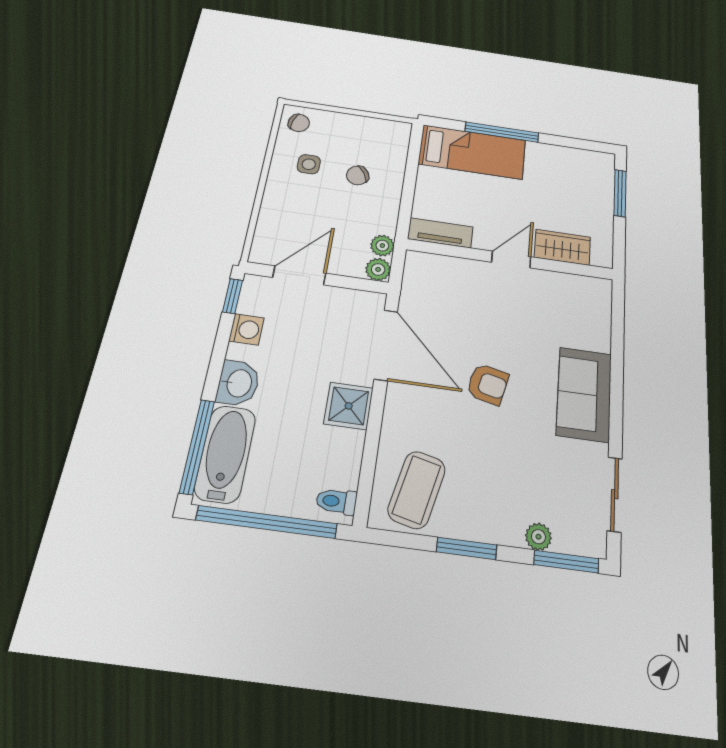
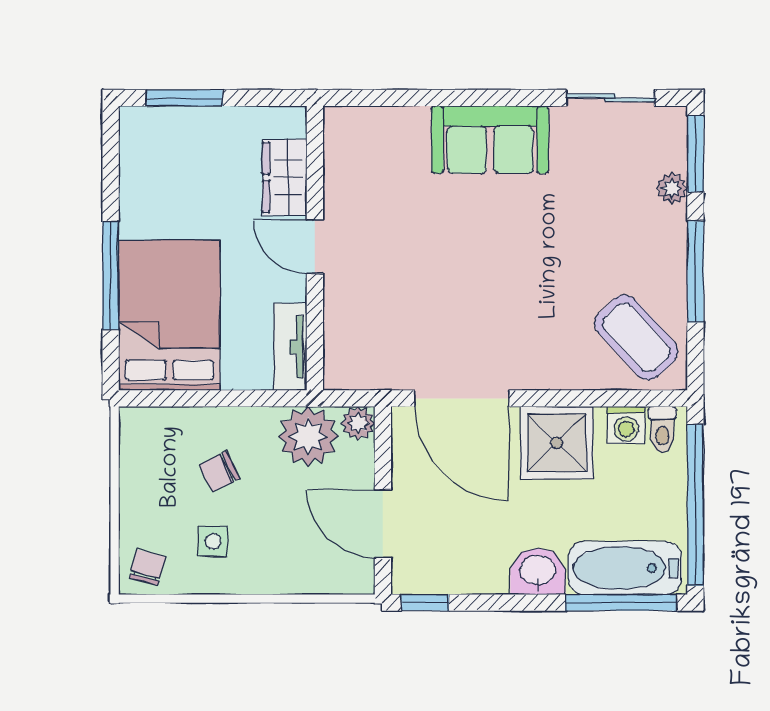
bed: (472, 152) -> (169, 315), width x1.50
chair: (358, 175) -> (219, 472), turned 95
plant: (382, 246) -> (308, 436), width x1.87, depth x1.87
washing machine: (246, 329) -> (626, 425), moved, turned 180
door: (386, 345) -> (462, 398), swing flipped
armchair: (488, 384) -> (495, 264), removed
shower: (349, 406) -> (557, 443), width x1.36, depth x1.36
coffee table: (417, 490) -> (636, 337), turned 34
window: (467, 548) -> (695, 272), width x1.44

